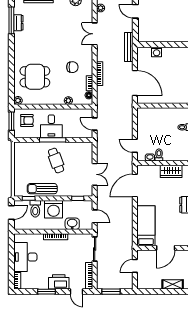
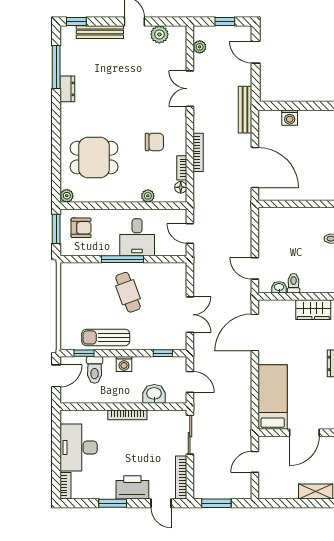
dresser: (18, 23) -> (67, 89), moved
desk: (51, 126) -> (137, 237), moved
washing machine: (54, 209) -> (124, 364), width x0.53, depth x0.53

